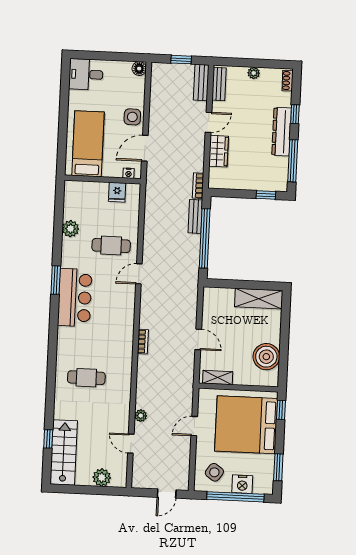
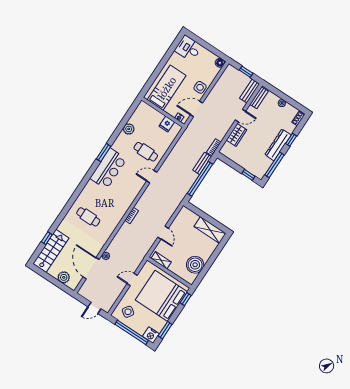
door: (131, 444) -> (91, 268), width x1.88
nightstand: (242, 484) -> (151, 335), moved

